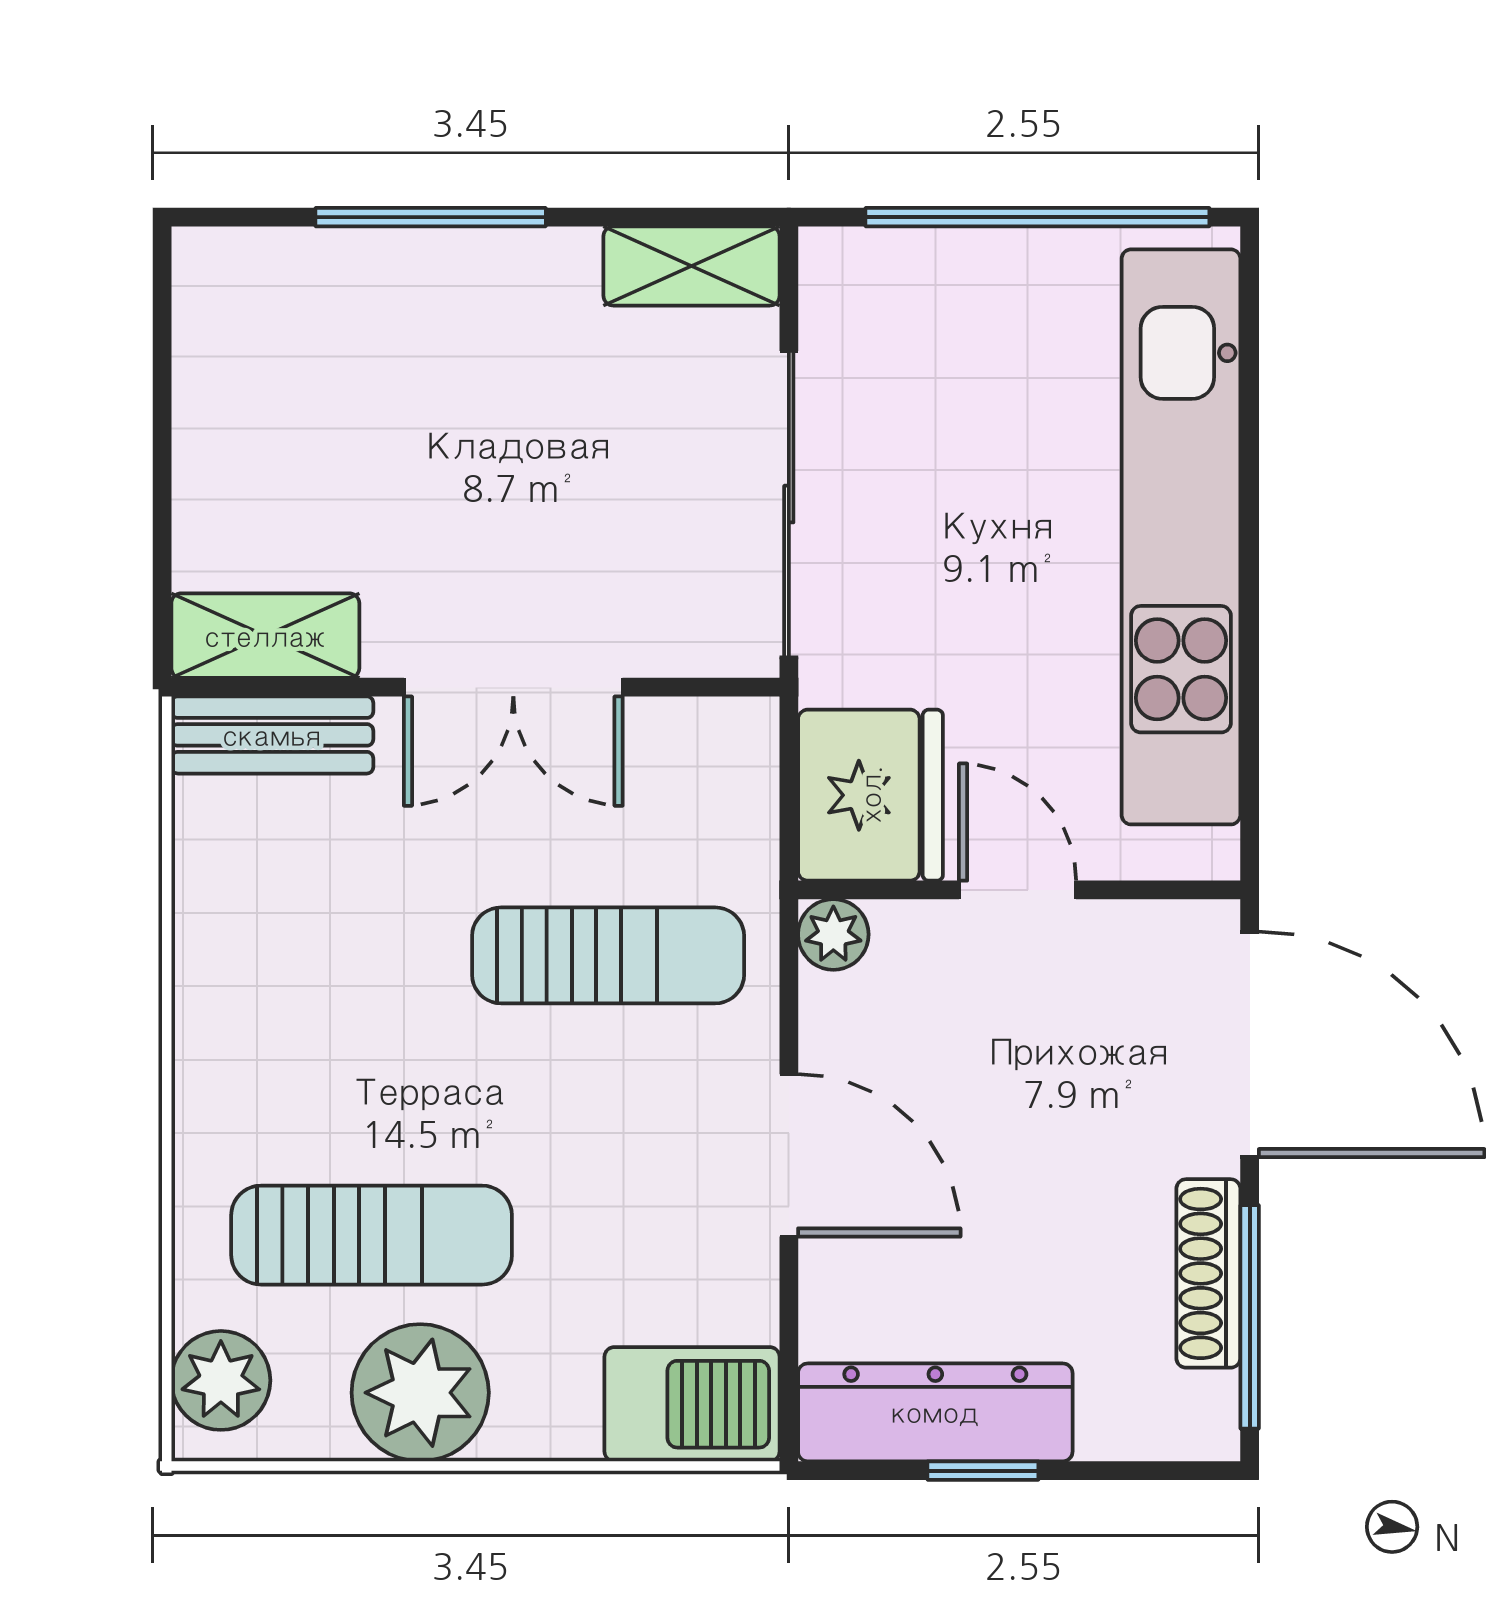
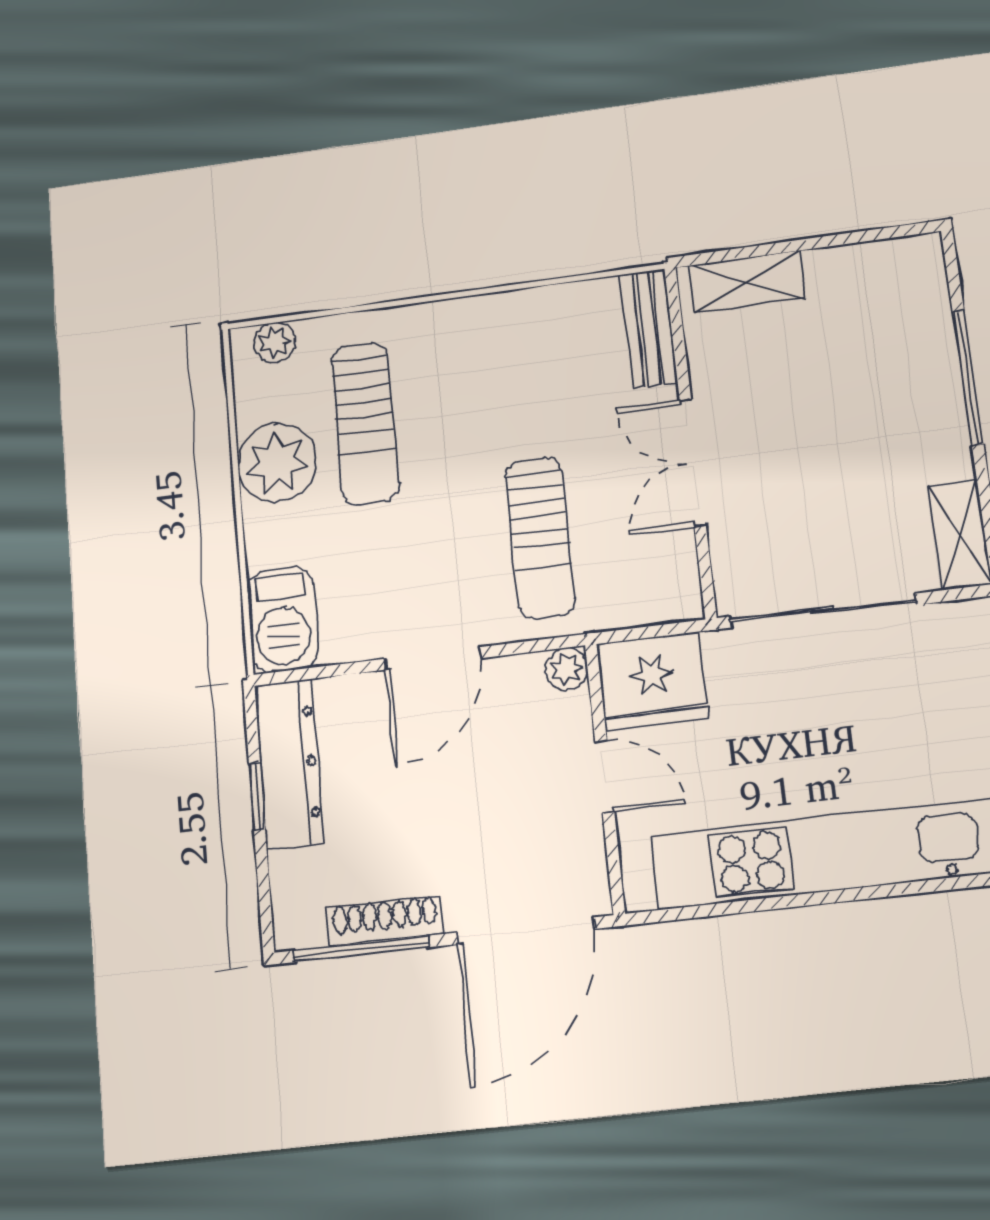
shelving: (265, 636) -> (747, 282), moved, turned 90
door: (1018, 890) -> (605, 777), hinge flipped
plant: (221, 1380) -> (275, 343), width x0.73, depth x0.73

